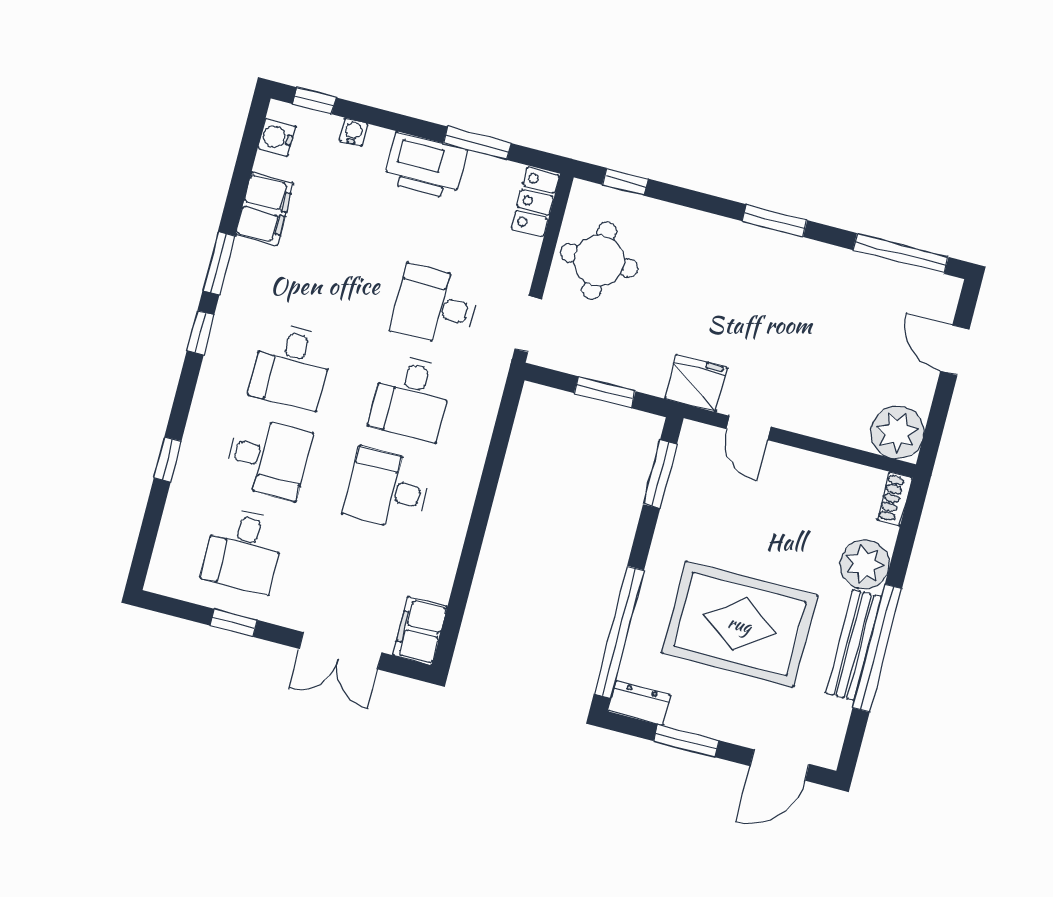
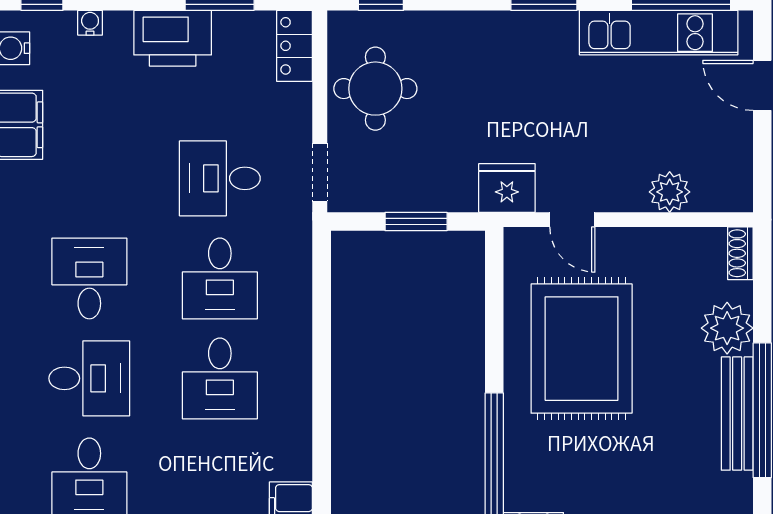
kitchen unit: (872, 277) -> (659, 33), added
desk: (292, 366) -> (89, 278), turned 180
plant: (897, 432) -> (670, 192), moved, width x0.73, depth x0.73
window: (660, 474) -> (494, 290), removed
desk: (387, 489) -> (220, 378), turned -90
rug: (740, 624) -> (582, 349), moved, turned 90

